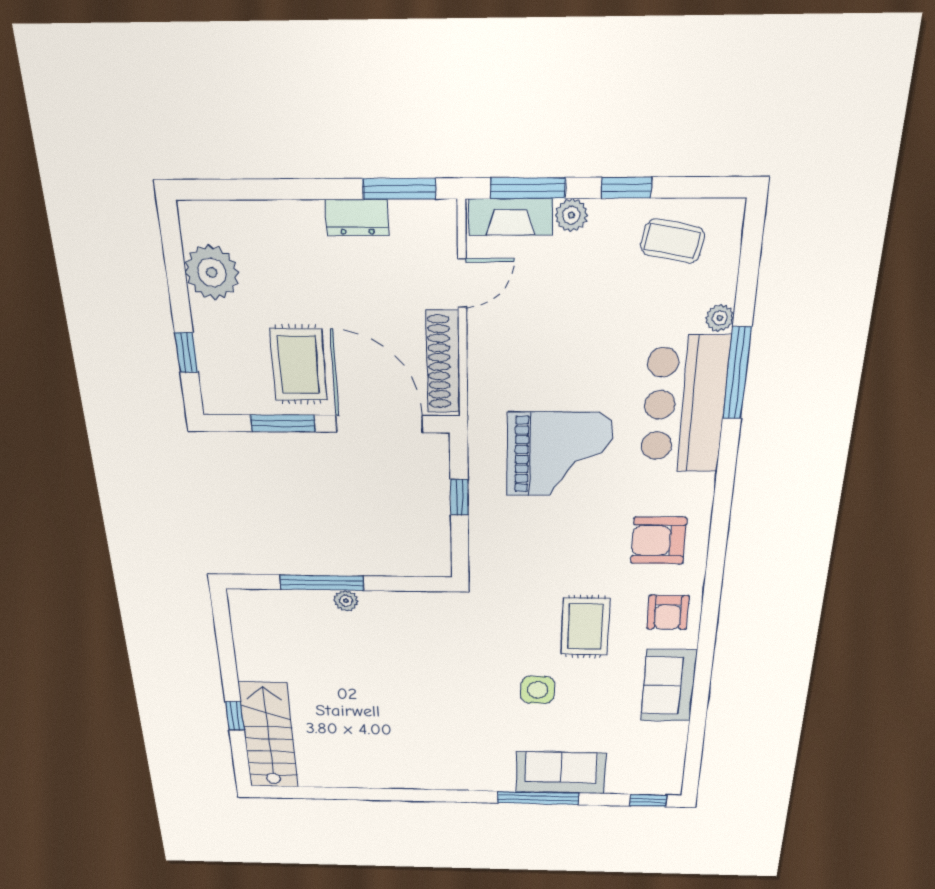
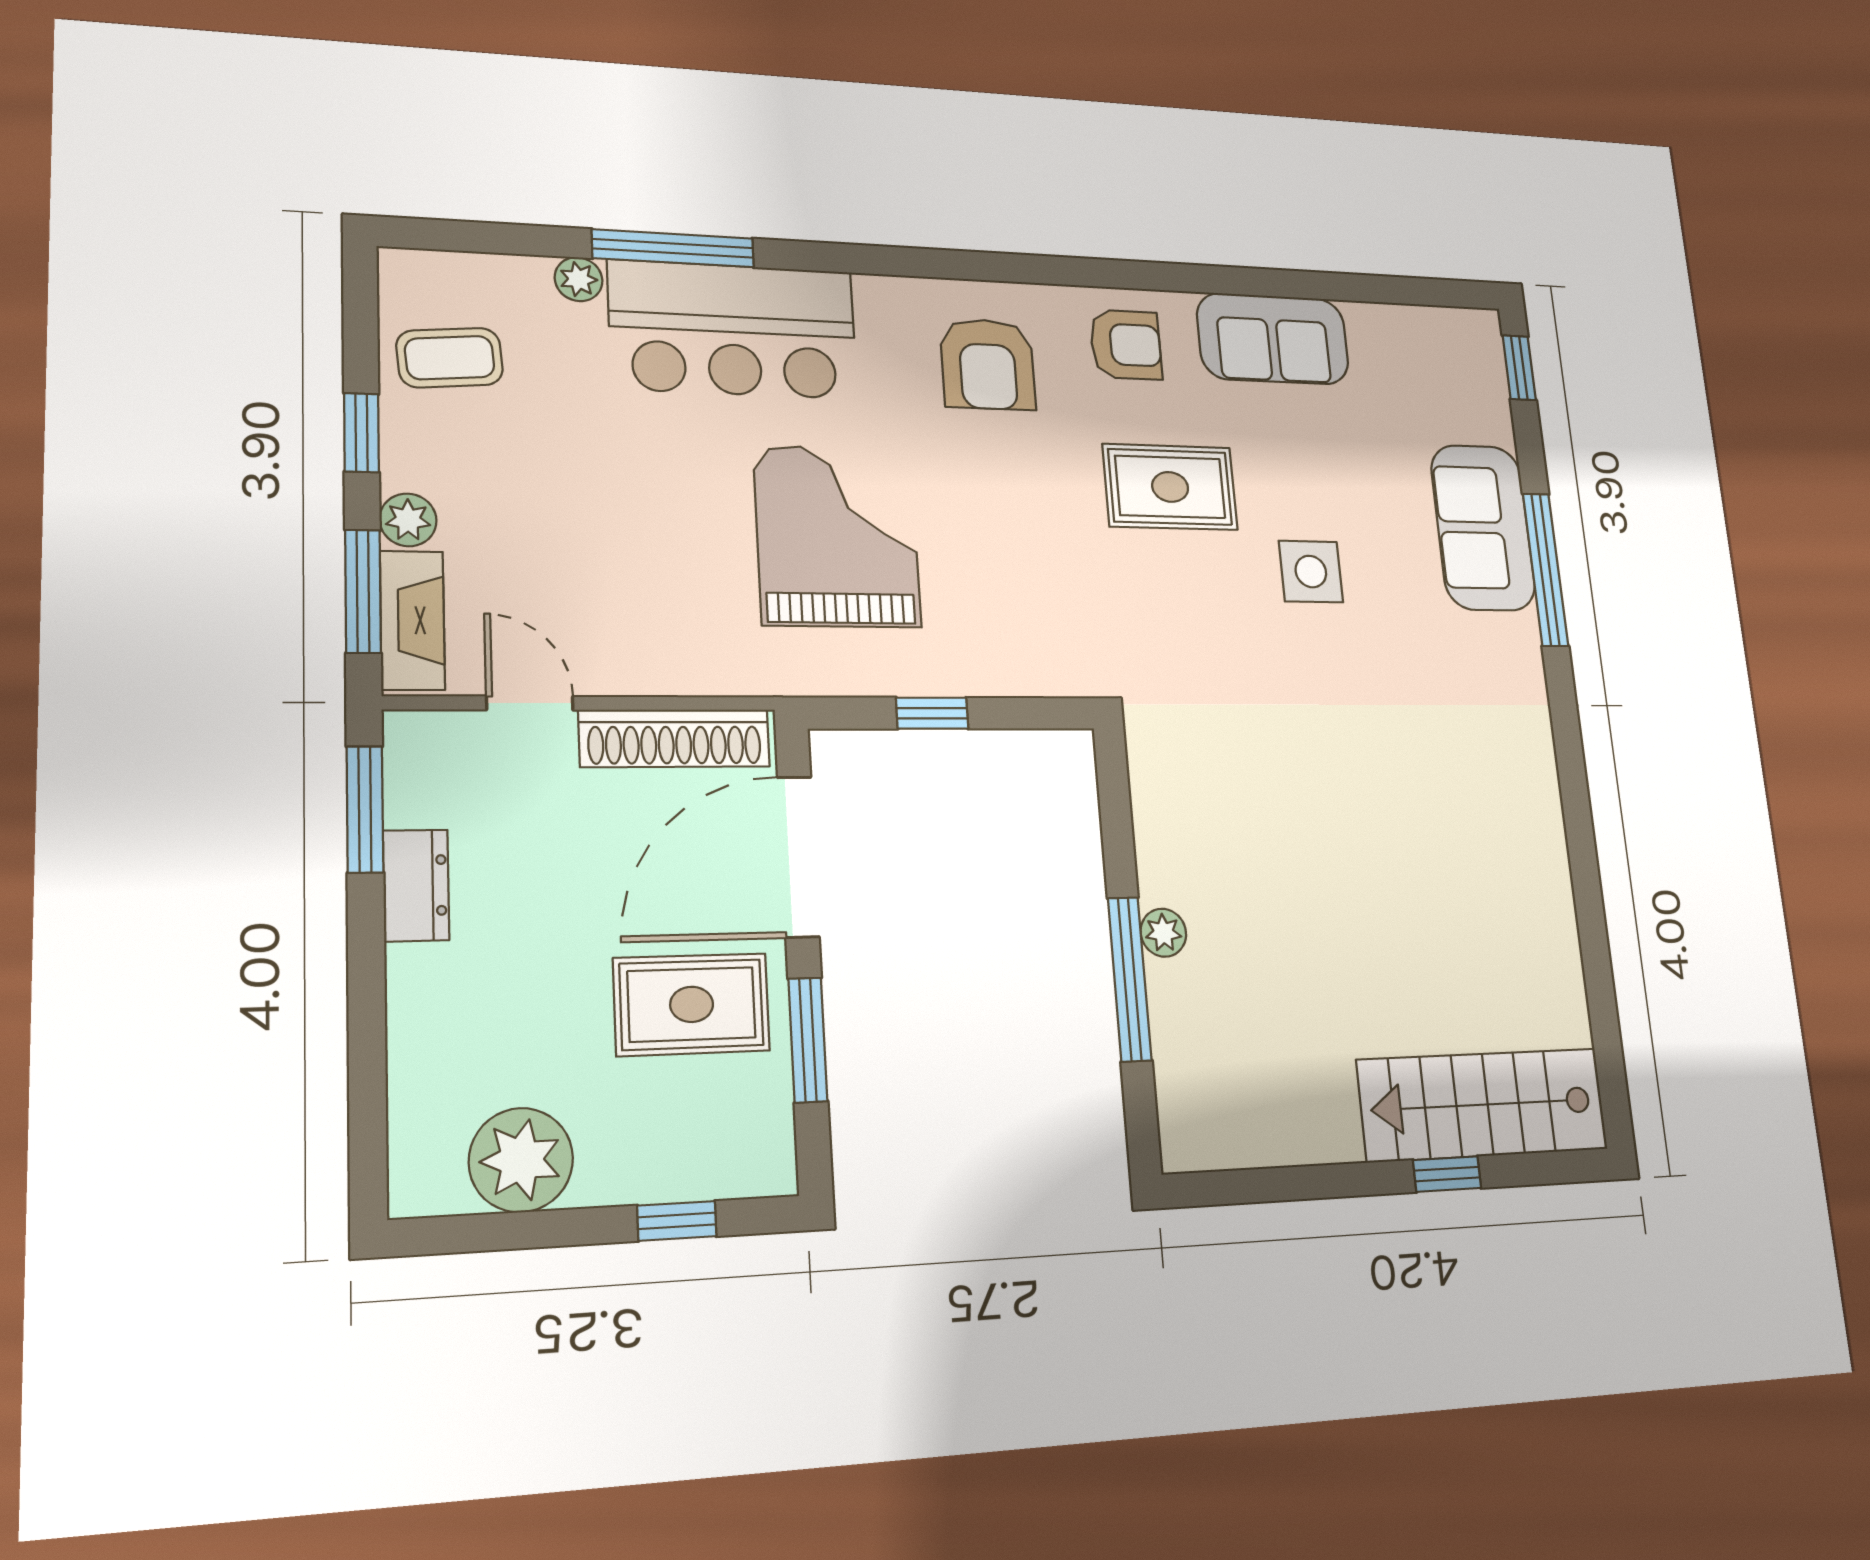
coffee table: (672, 241) -> (450, 358), turned 74

